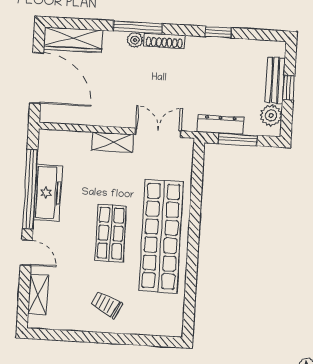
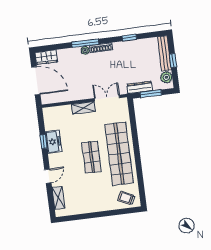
wardrobe: (73, 40) -> (46, 57), width x0.67
bench: (275, 80) -> (164, 53), width x1.36
window: (30, 189) -> (43, 142), width x0.32
freezer: (48, 193) -> (53, 142), width x0.71
door: (26, 253) -> (48, 176), hinge flipped
trolley: (106, 305) -> (126, 198), moved

